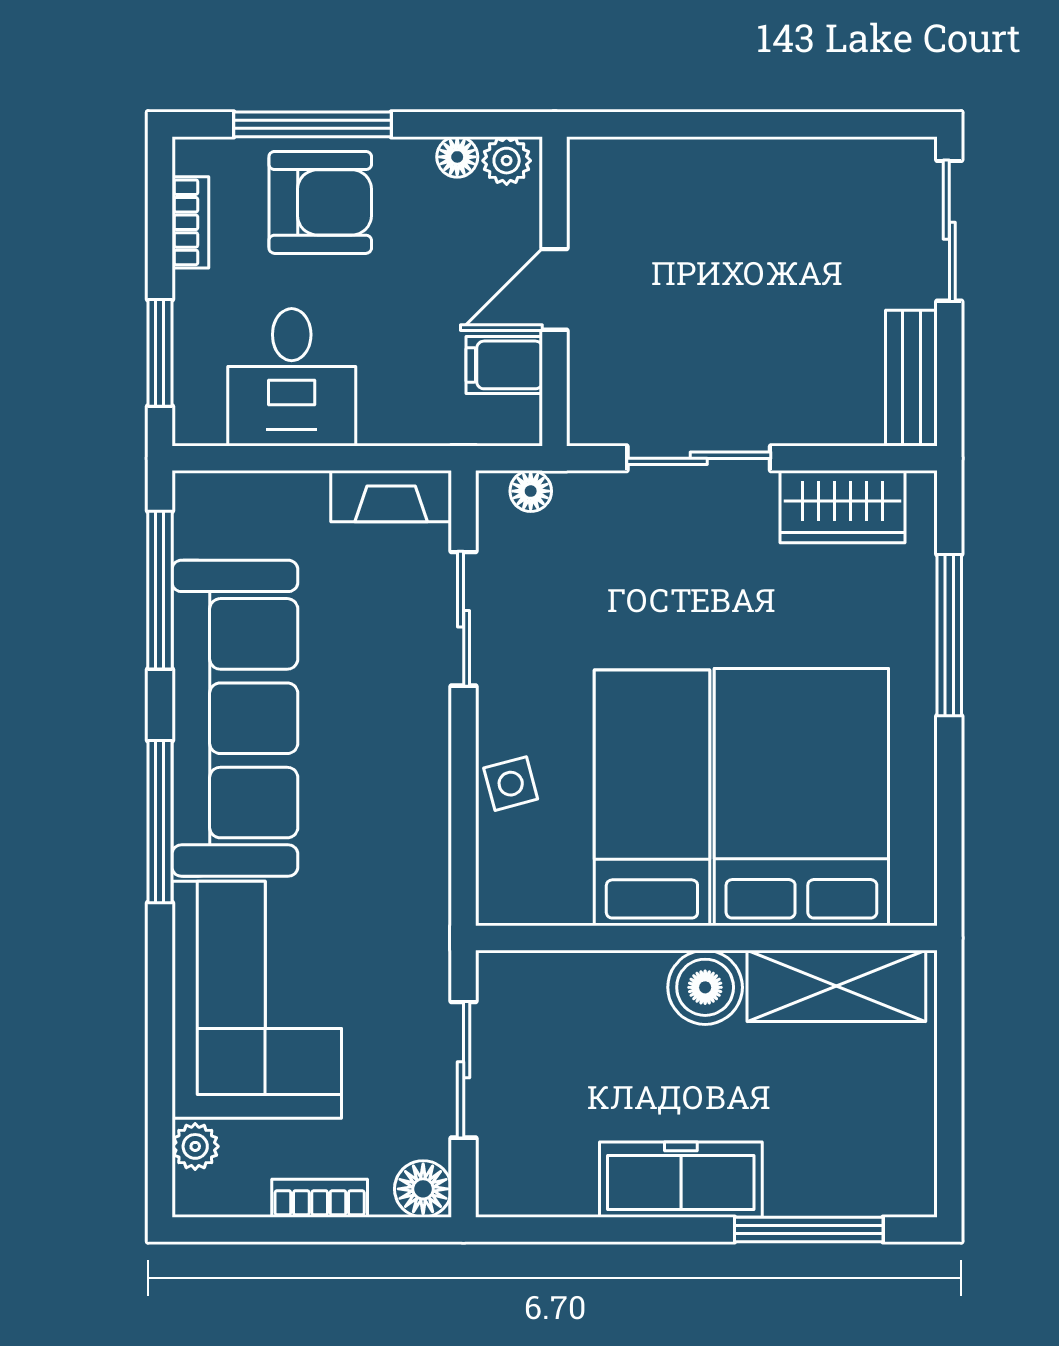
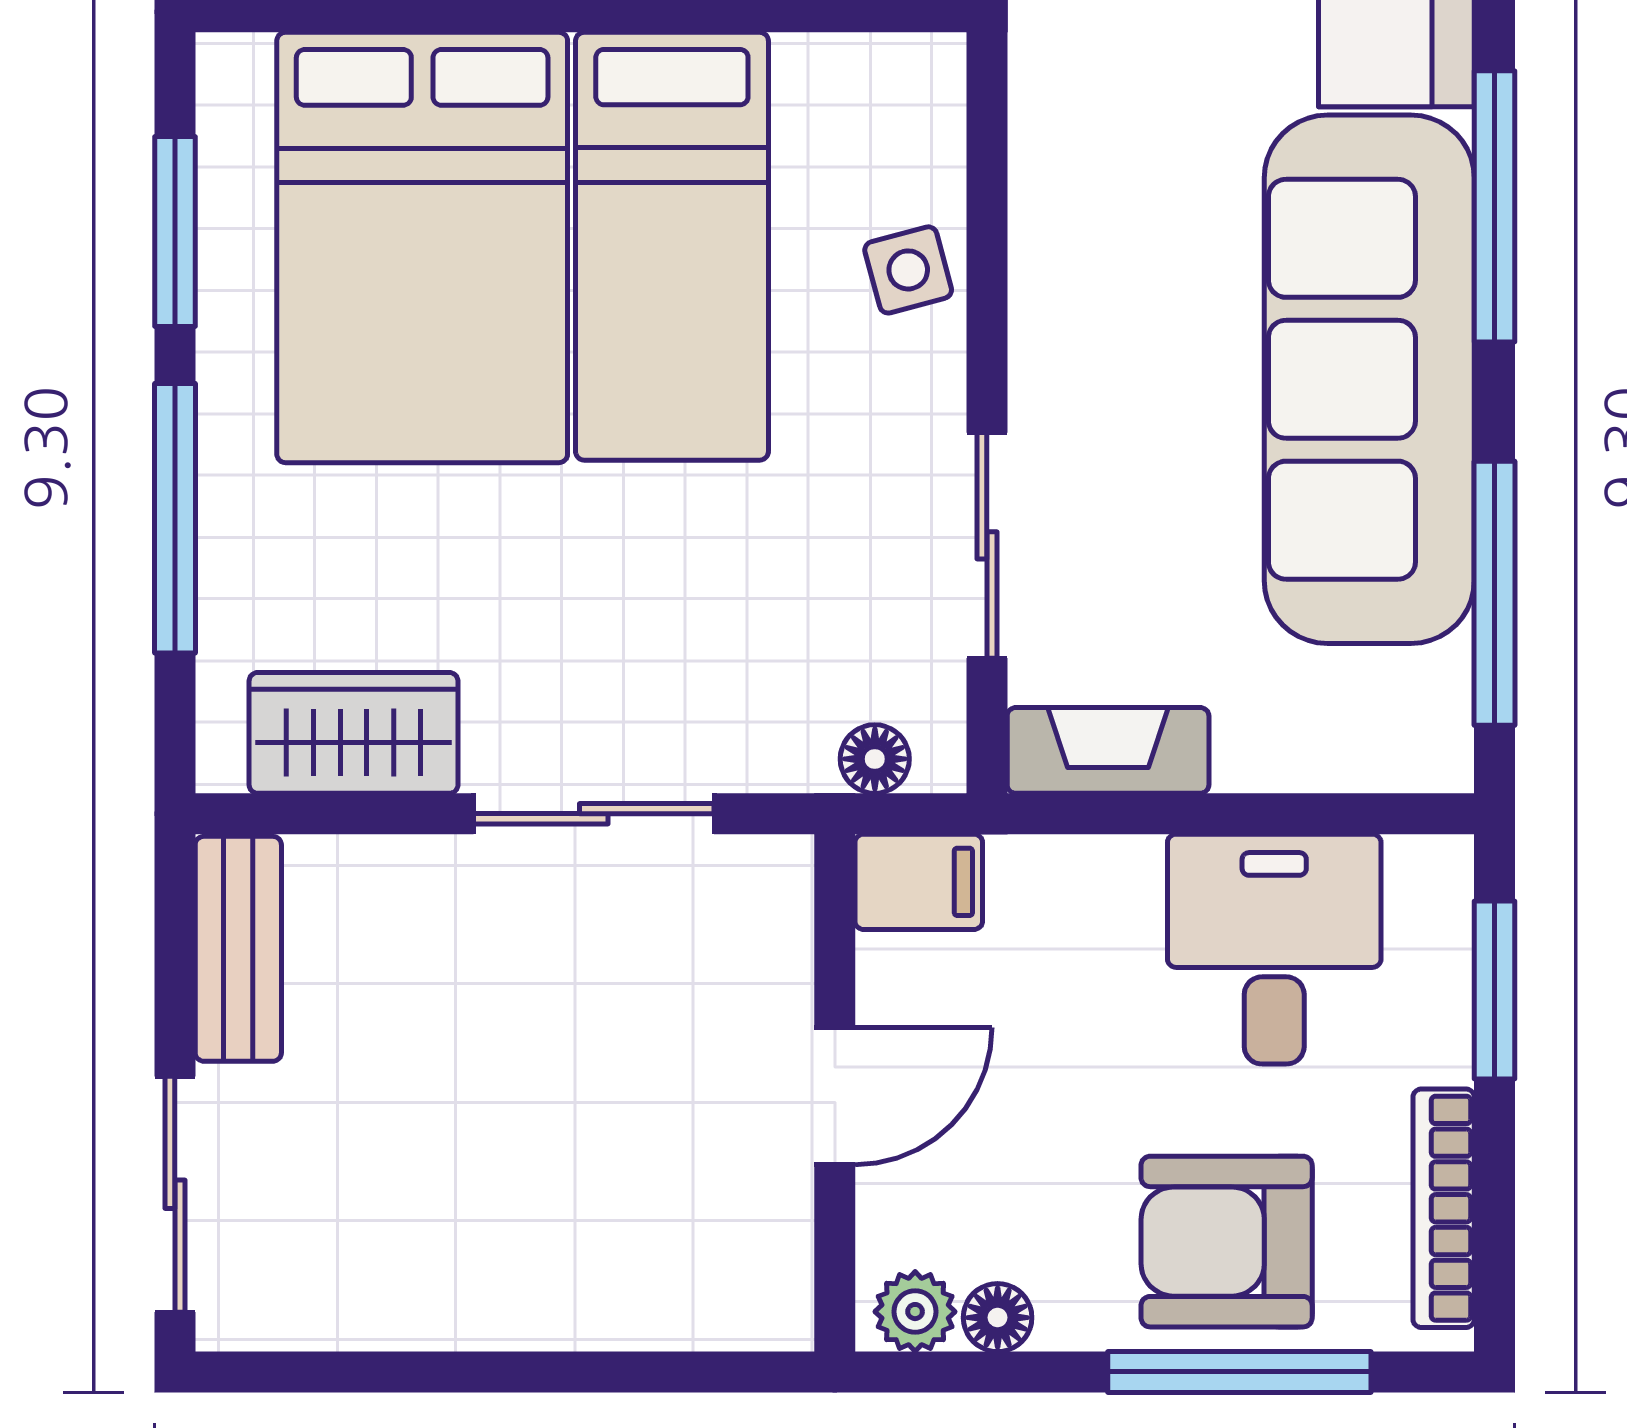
bookcase: (190, 222) -> (1444, 1208), width x1.56
filing cabinet: (504, 365) -> (919, 882), moved
window: (949, 807) -> (175, 231), added

